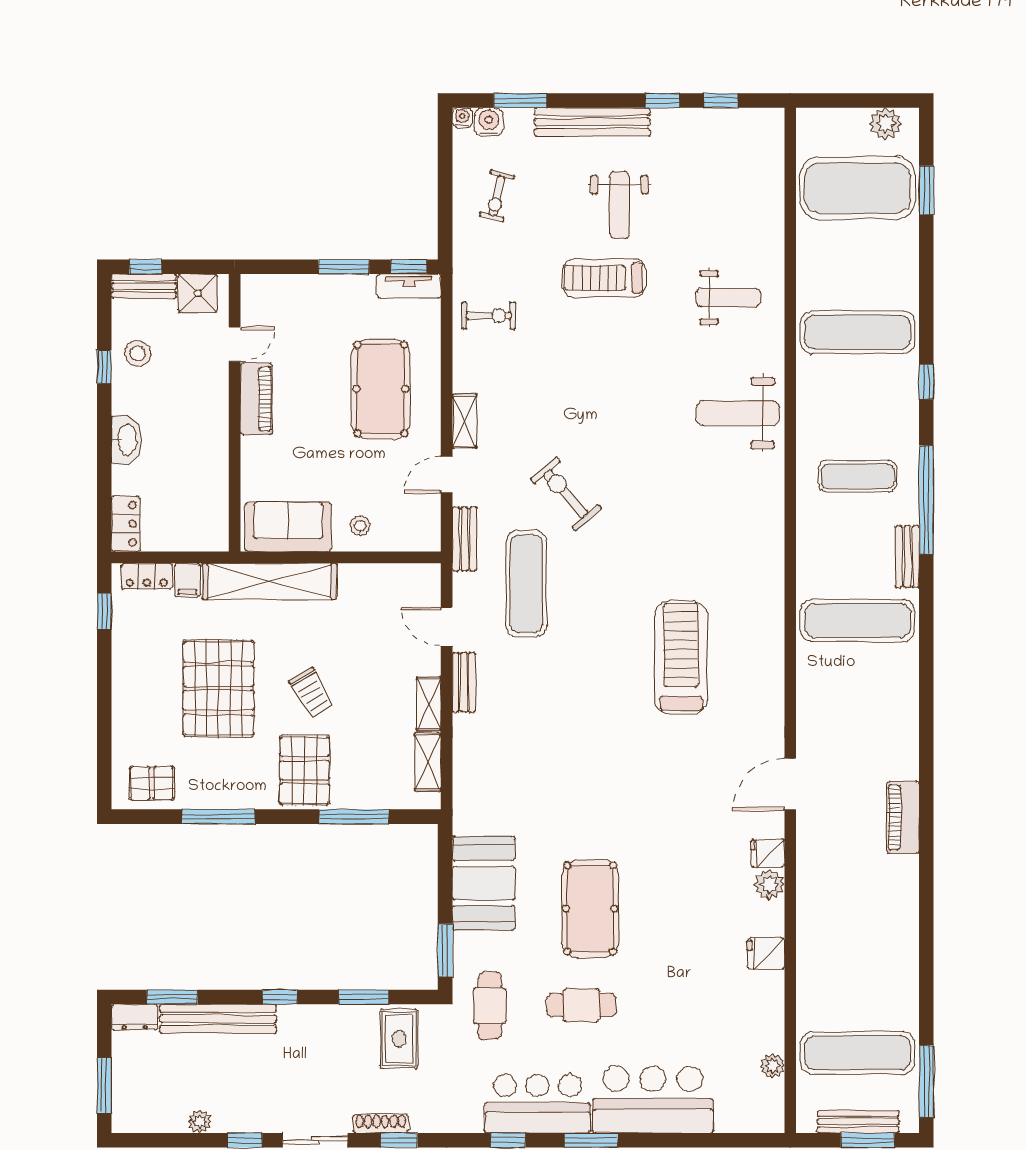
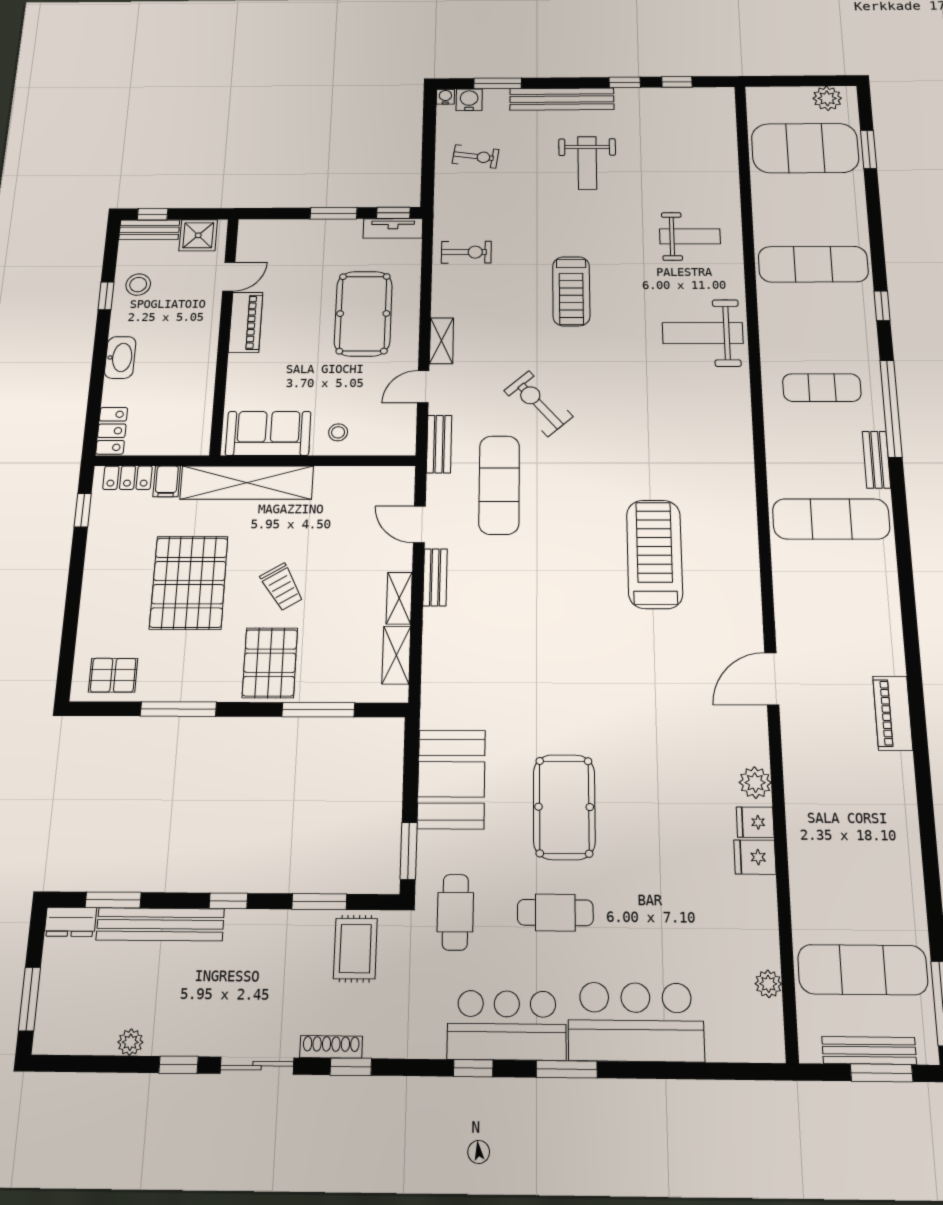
exercise bike: (497, 196) -> (476, 156), turned -96
treadmill: (604, 278) -> (571, 291), moved, turned -90
fridge: (768, 853) -> (755, 822), moved

